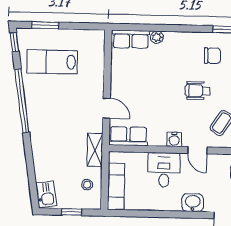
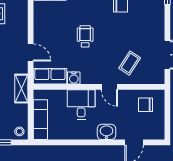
wheelchair: (198, 91) -> (85, 36), moved, turned 90
water cooler: (174, 139) -> (74, 78), moved
stool: (87, 185) -> (19, 131), moved

